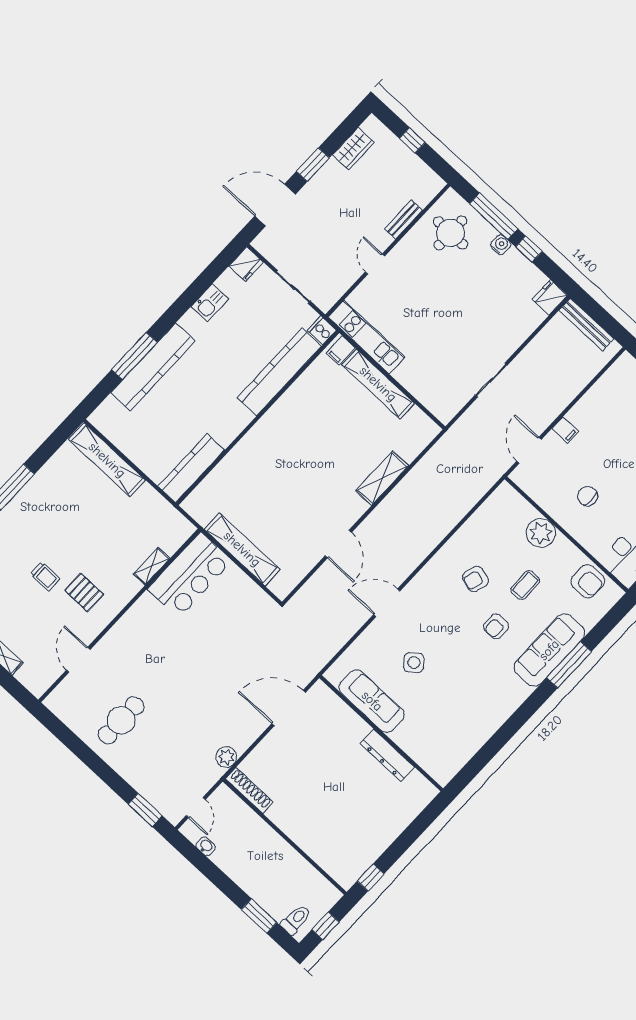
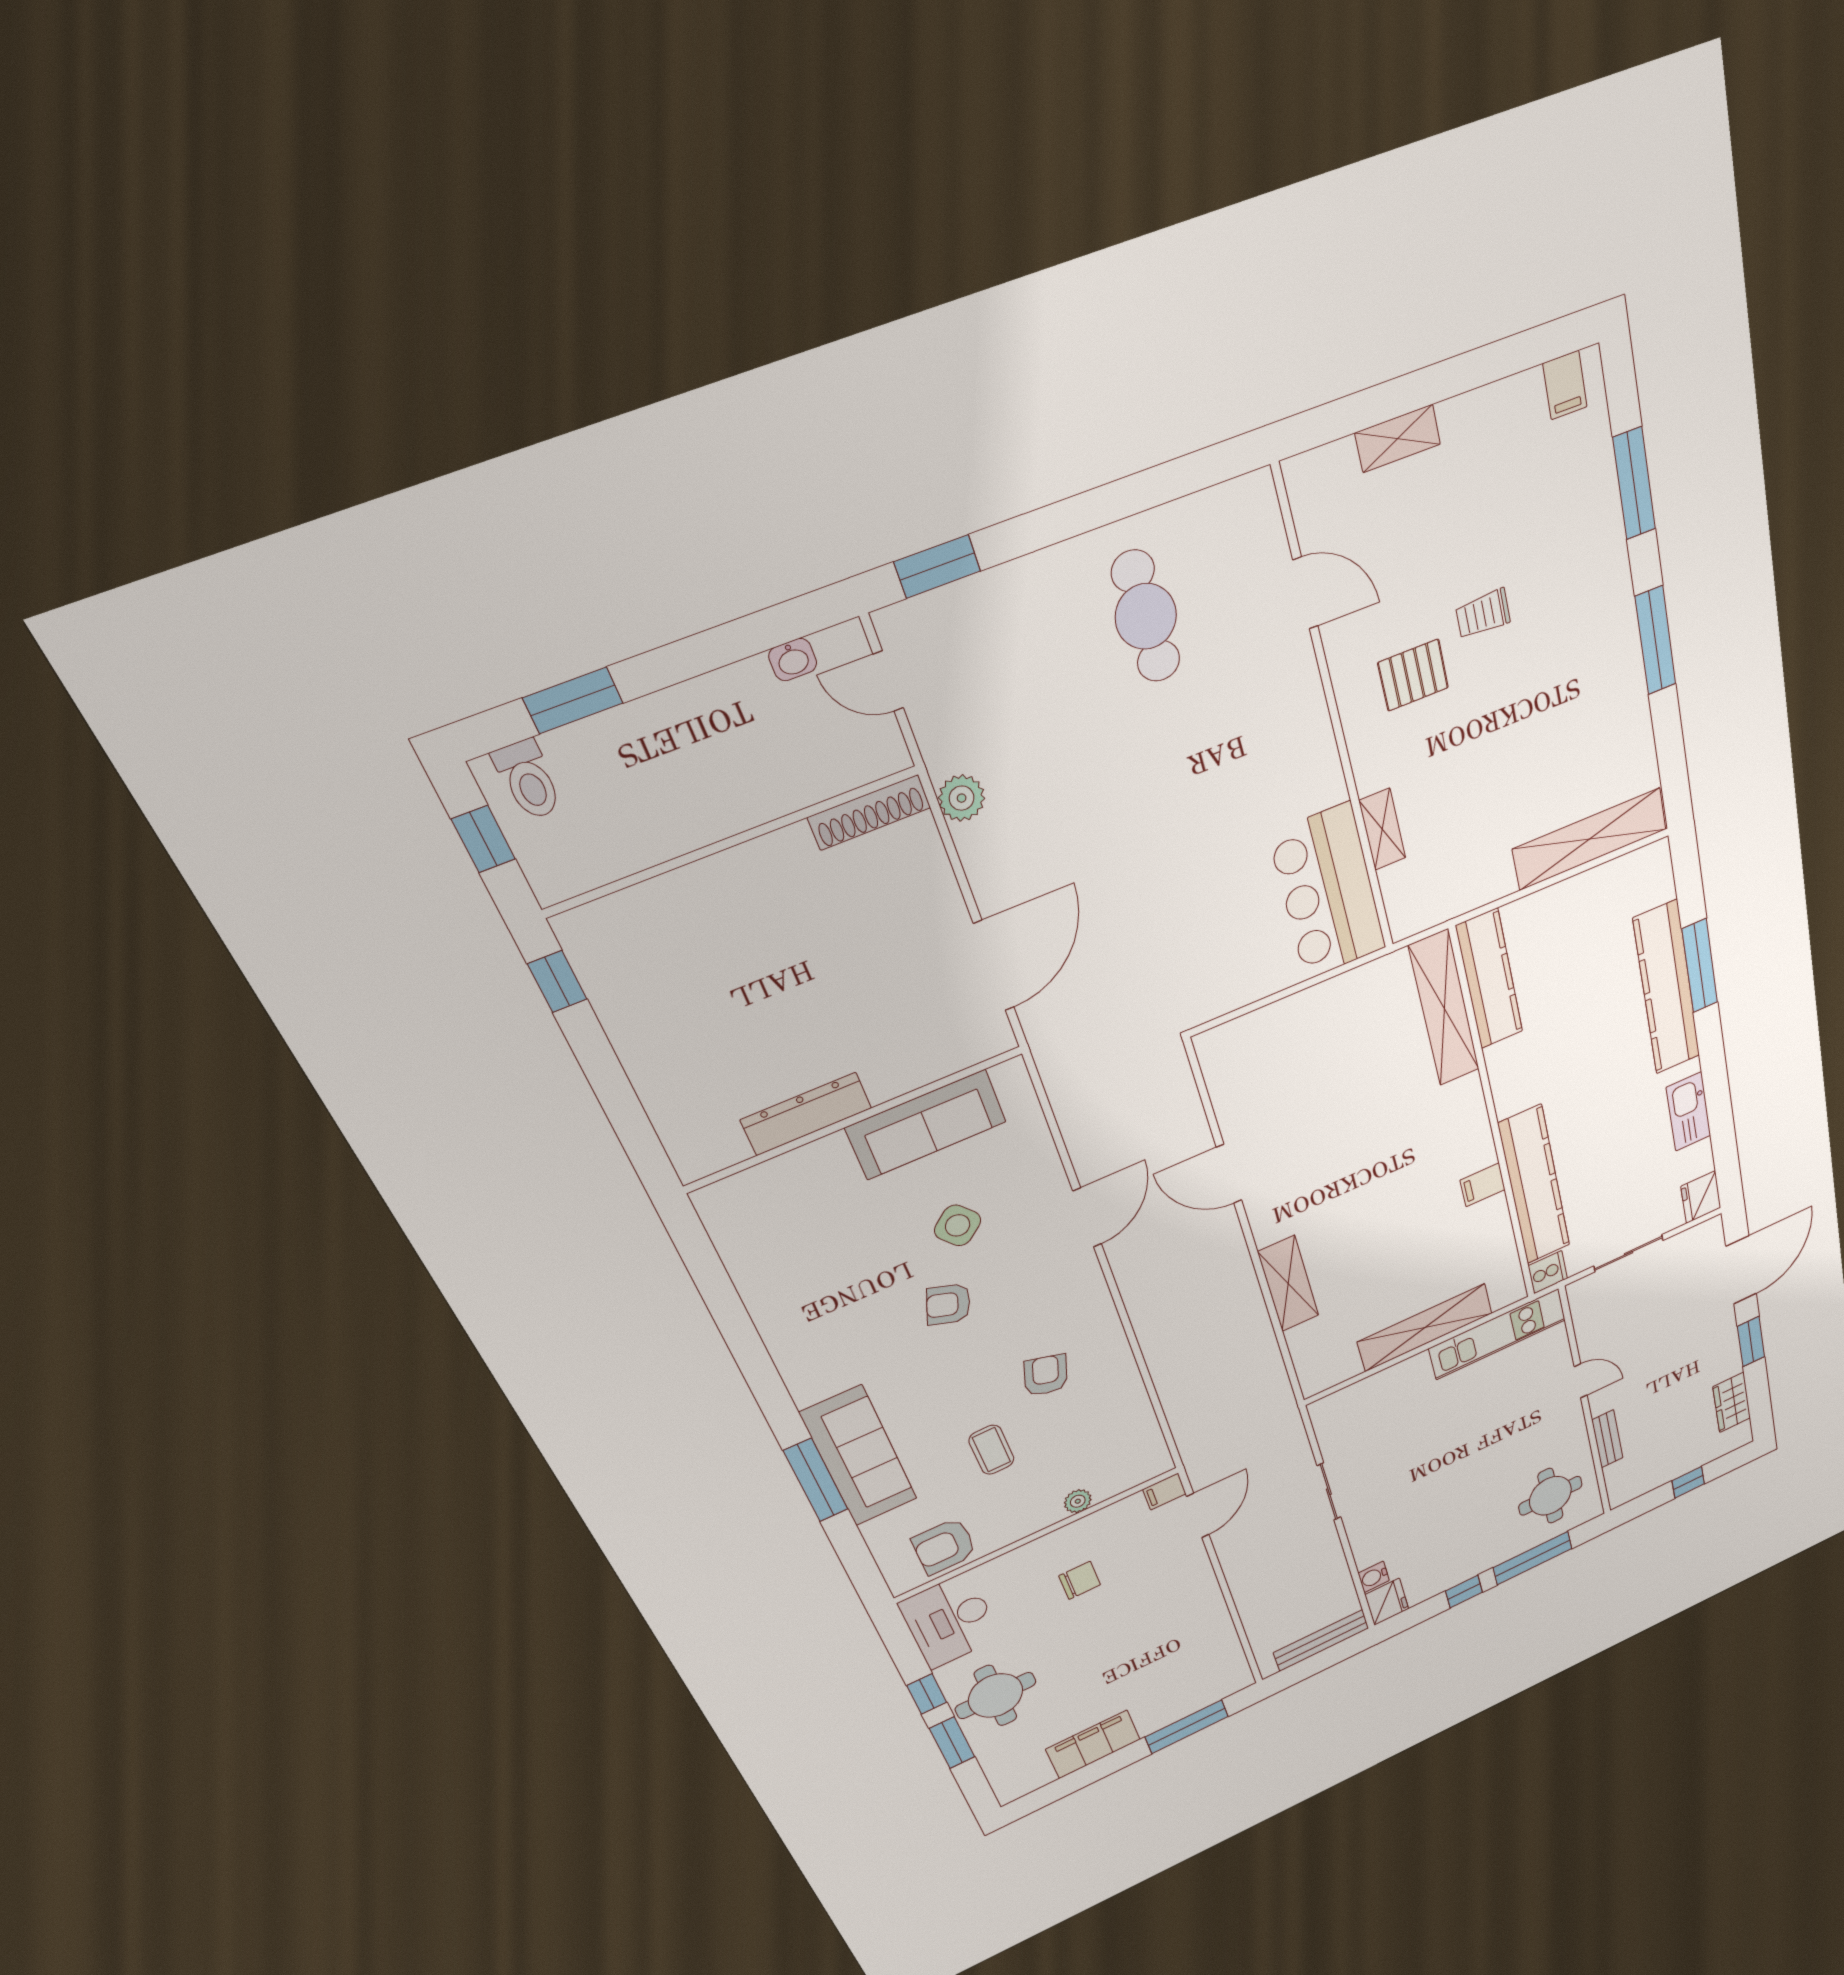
water cooler: (501, 245) -> (1374, 1577), moved, turned 90
kitchen sink: (210, 303) -> (1689, 1112), width x1.38
filing cabinet: (341, 350) -> (1483, 1185), moved, turned -90
filing cabinet: (565, 430) -> (1164, 1492), moved
door: (529, 450) -> (1198, 1516), hinge flipped
plant: (541, 533) -> (1078, 1501), width x0.53, depth x0.53
shelving: (242, 549) -> (1444, 1008), moved, turned 90
armchair: (496, 626) -> (948, 1304), moved, turned -71

